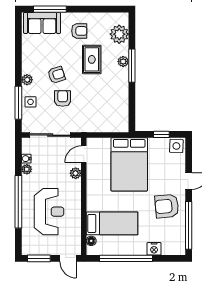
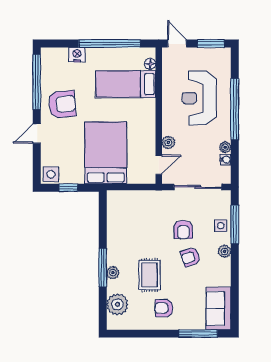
sofa: (42, 23) -> (219, 308), moved, turned -90

